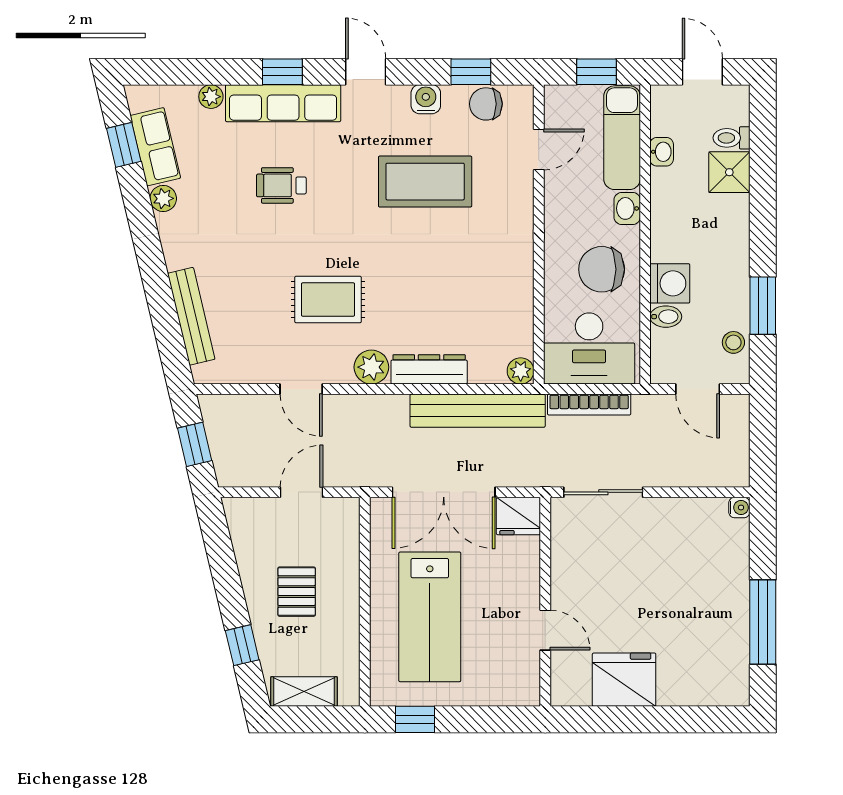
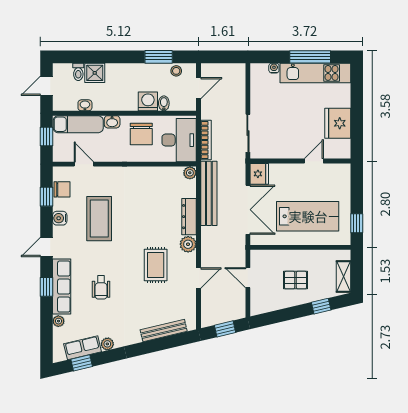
chair: (486, 104) -> (62, 189), turned -90
water cooler: (739, 507) -> (274, 68), moved
kitchen unit: (729, 633) -> (315, 73), added

